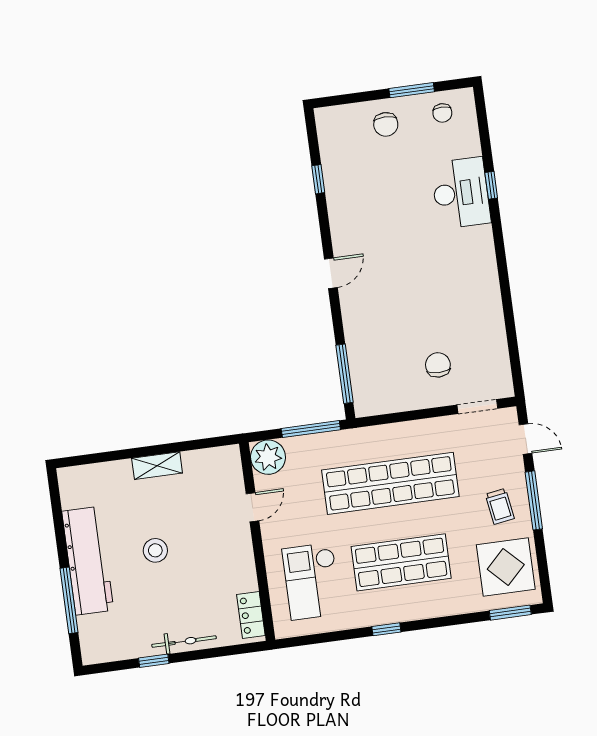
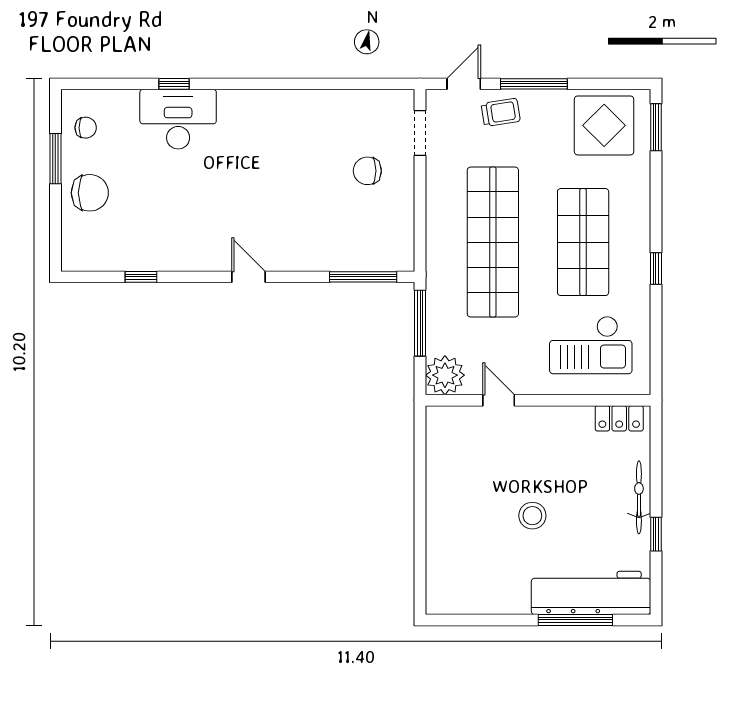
chair: (386, 124) -> (90, 193), width x1.37, depth x1.37
shelving: (157, 466) -> (438, 501), removed
trolley: (500, 506) -> (501, 112), moved
workbench: (88, 561) -> (591, 593), moved

